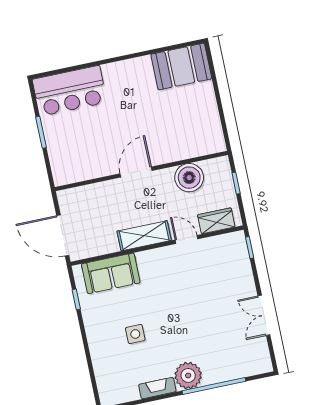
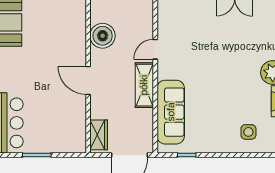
wardrobe: (216, 221) -> (99, 135), moved, turned 180
sofa: (111, 273) -> (171, 112), width x1.36
side table: (135, 334) -> (248, 132), moved

